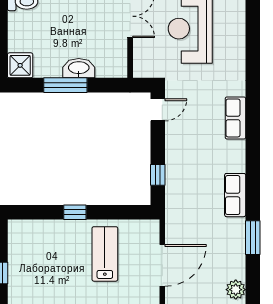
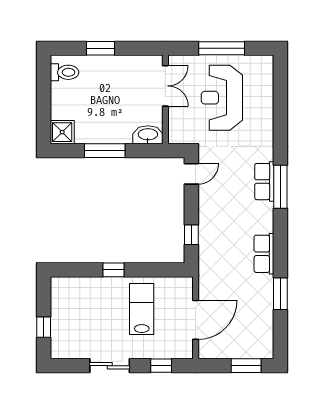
washbasin: (79, 68) -> (148, 135), moved
window: (253, 124) -> (280, 187), added
plant: (236, 290) -> (265, 343), removed

